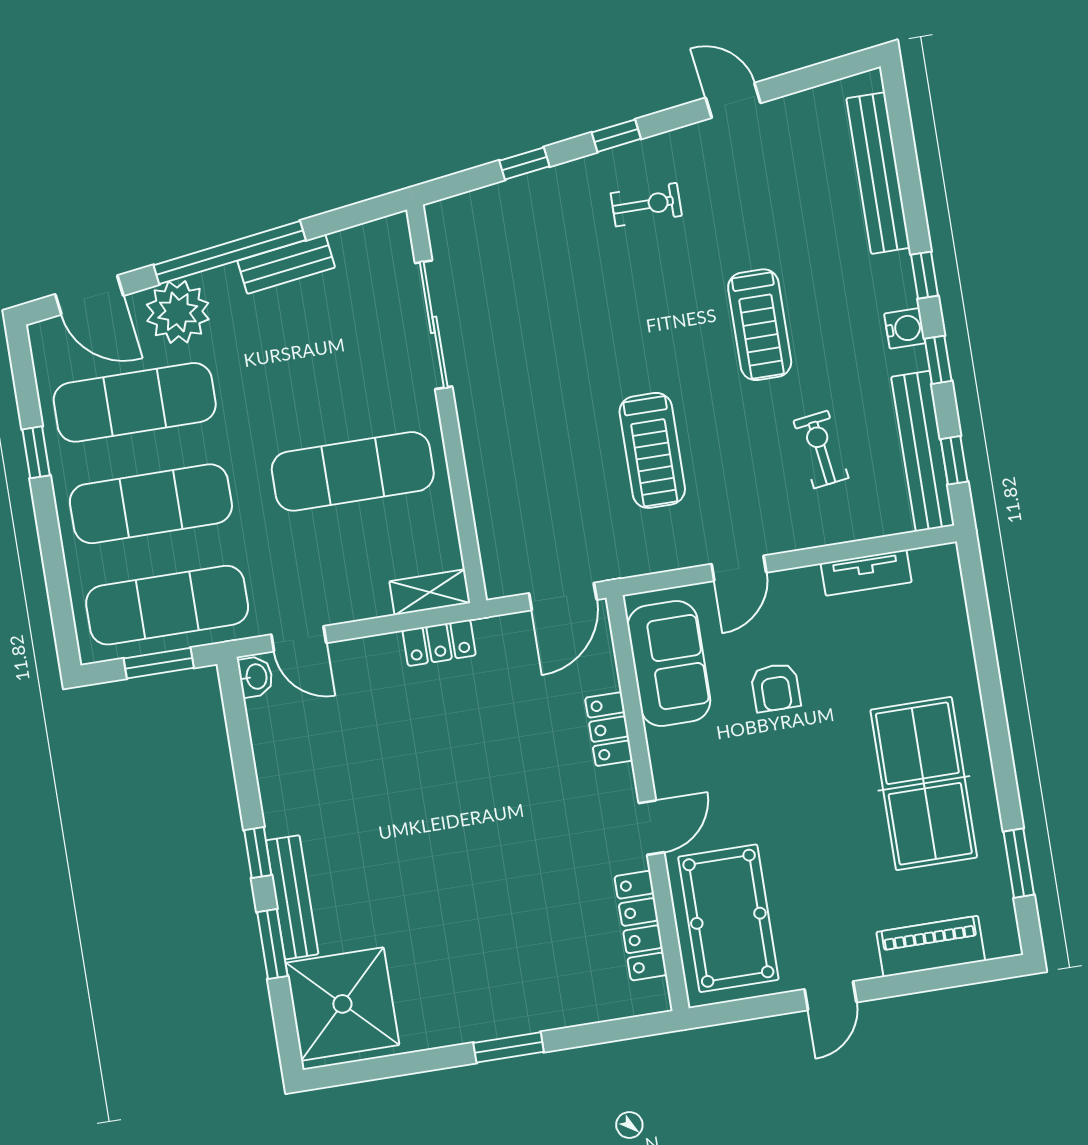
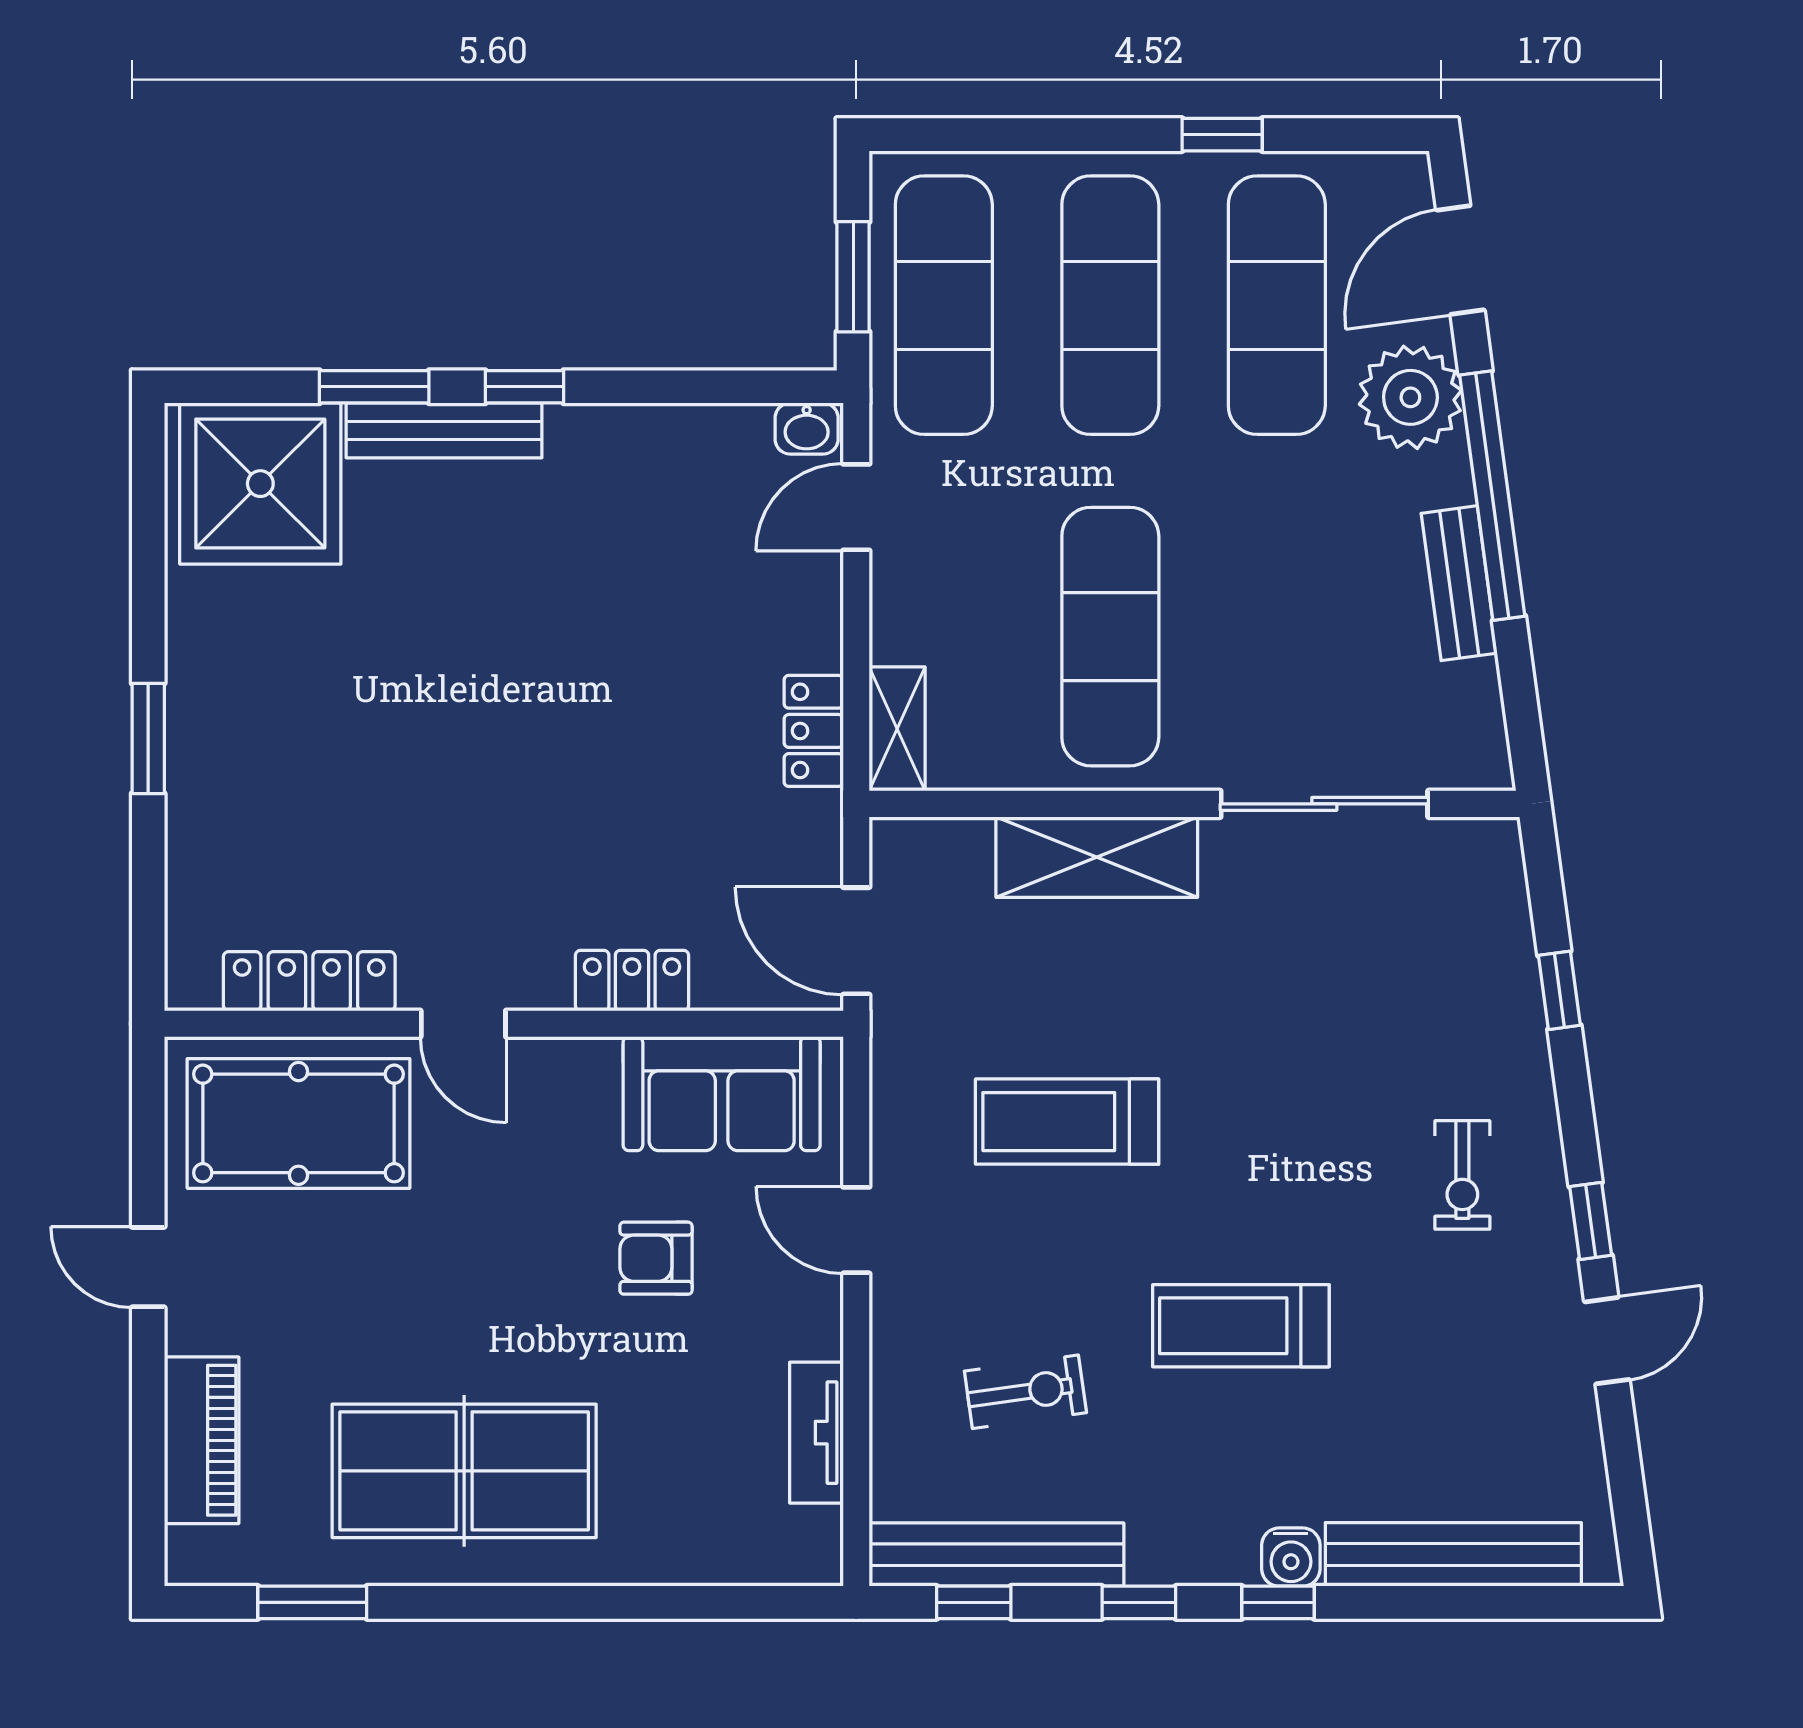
window: (616, 136) -> (1591, 1221), moved
water cooler: (905, 328) -> (1291, 1557), moved
shelving: (488, 458) -> (1097, 857), added

